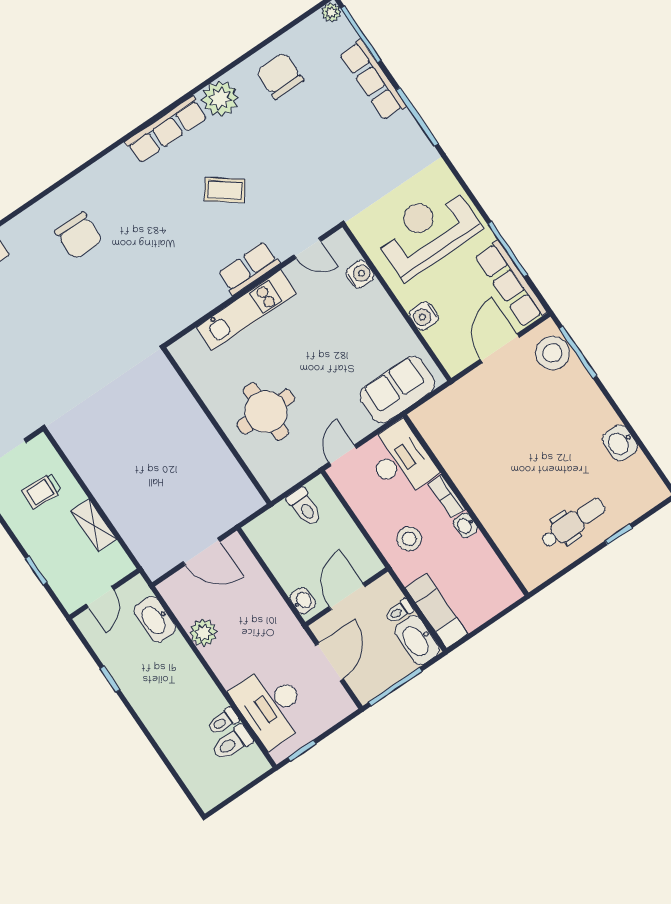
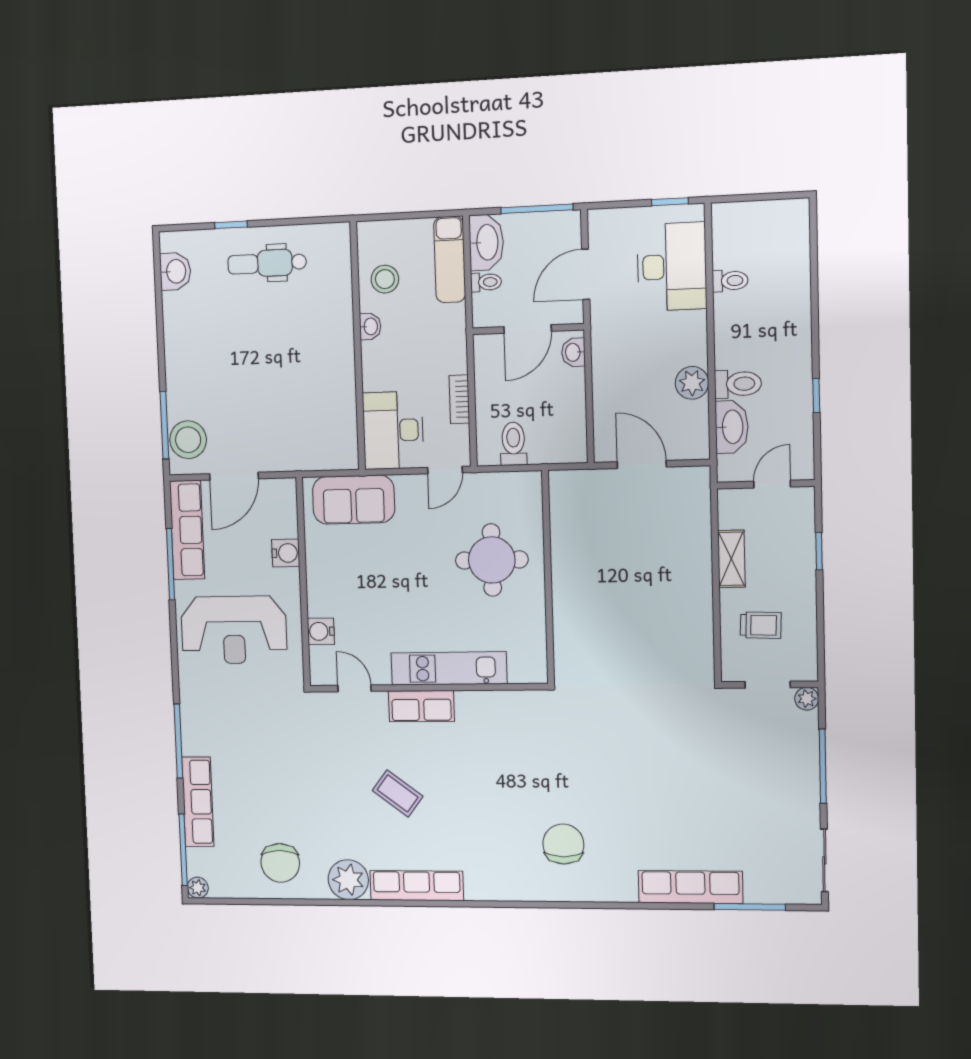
washbasin: (620, 443) -> (175, 271), moved
bookcase: (447, 496) -> (459, 399), moved, turned 180
stool: (409, 539) -> (385, 279), moved
toilet: (232, 743) -> (738, 384), moved

